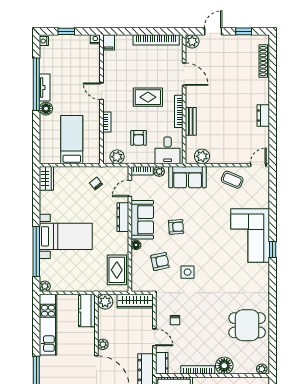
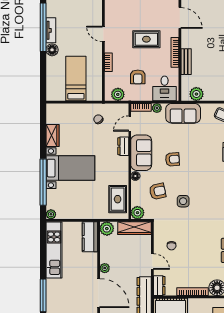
wardrobe: (46, 178) -> (52, 135), moved
dresser: (123, 217) -> (123, 146), width x0.70
plant: (138, 285) -> (137, 213), added

